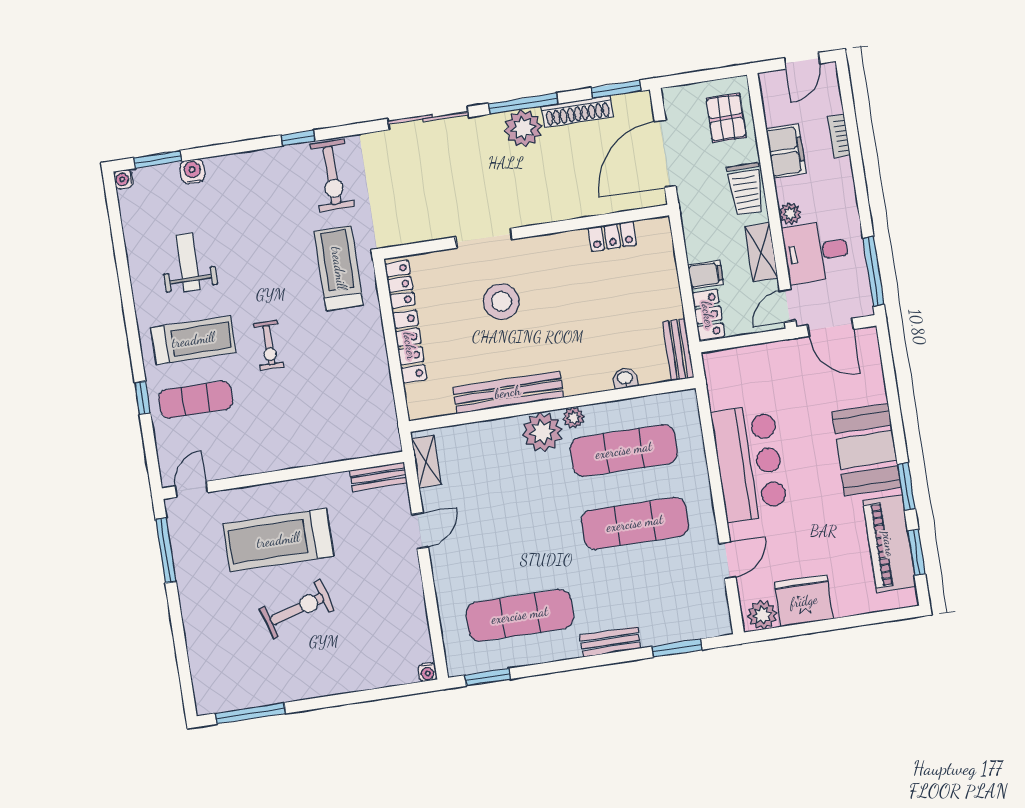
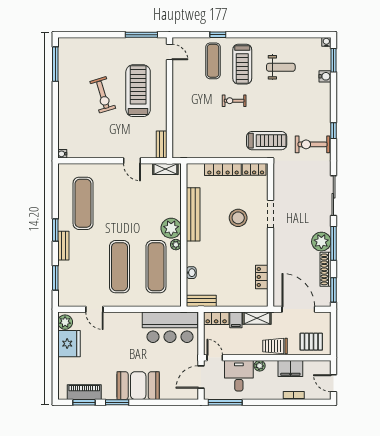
shelving: (761, 252) -> (257, 318), moved
bar counter: (749, 463) -> (170, 327), moved
piano: (889, 544) -> (84, 392), width x0.73, depth x0.75
window: (488, 677) -> (55, 230), moved

